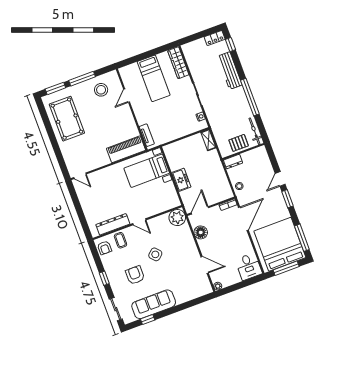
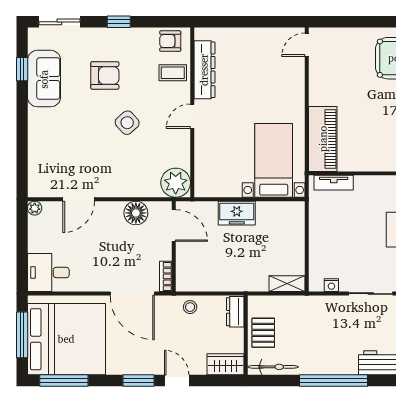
wardrobe: (262, 157) -> (225, 364), added
sofa: (154, 304) -> (44, 79), width x0.73

